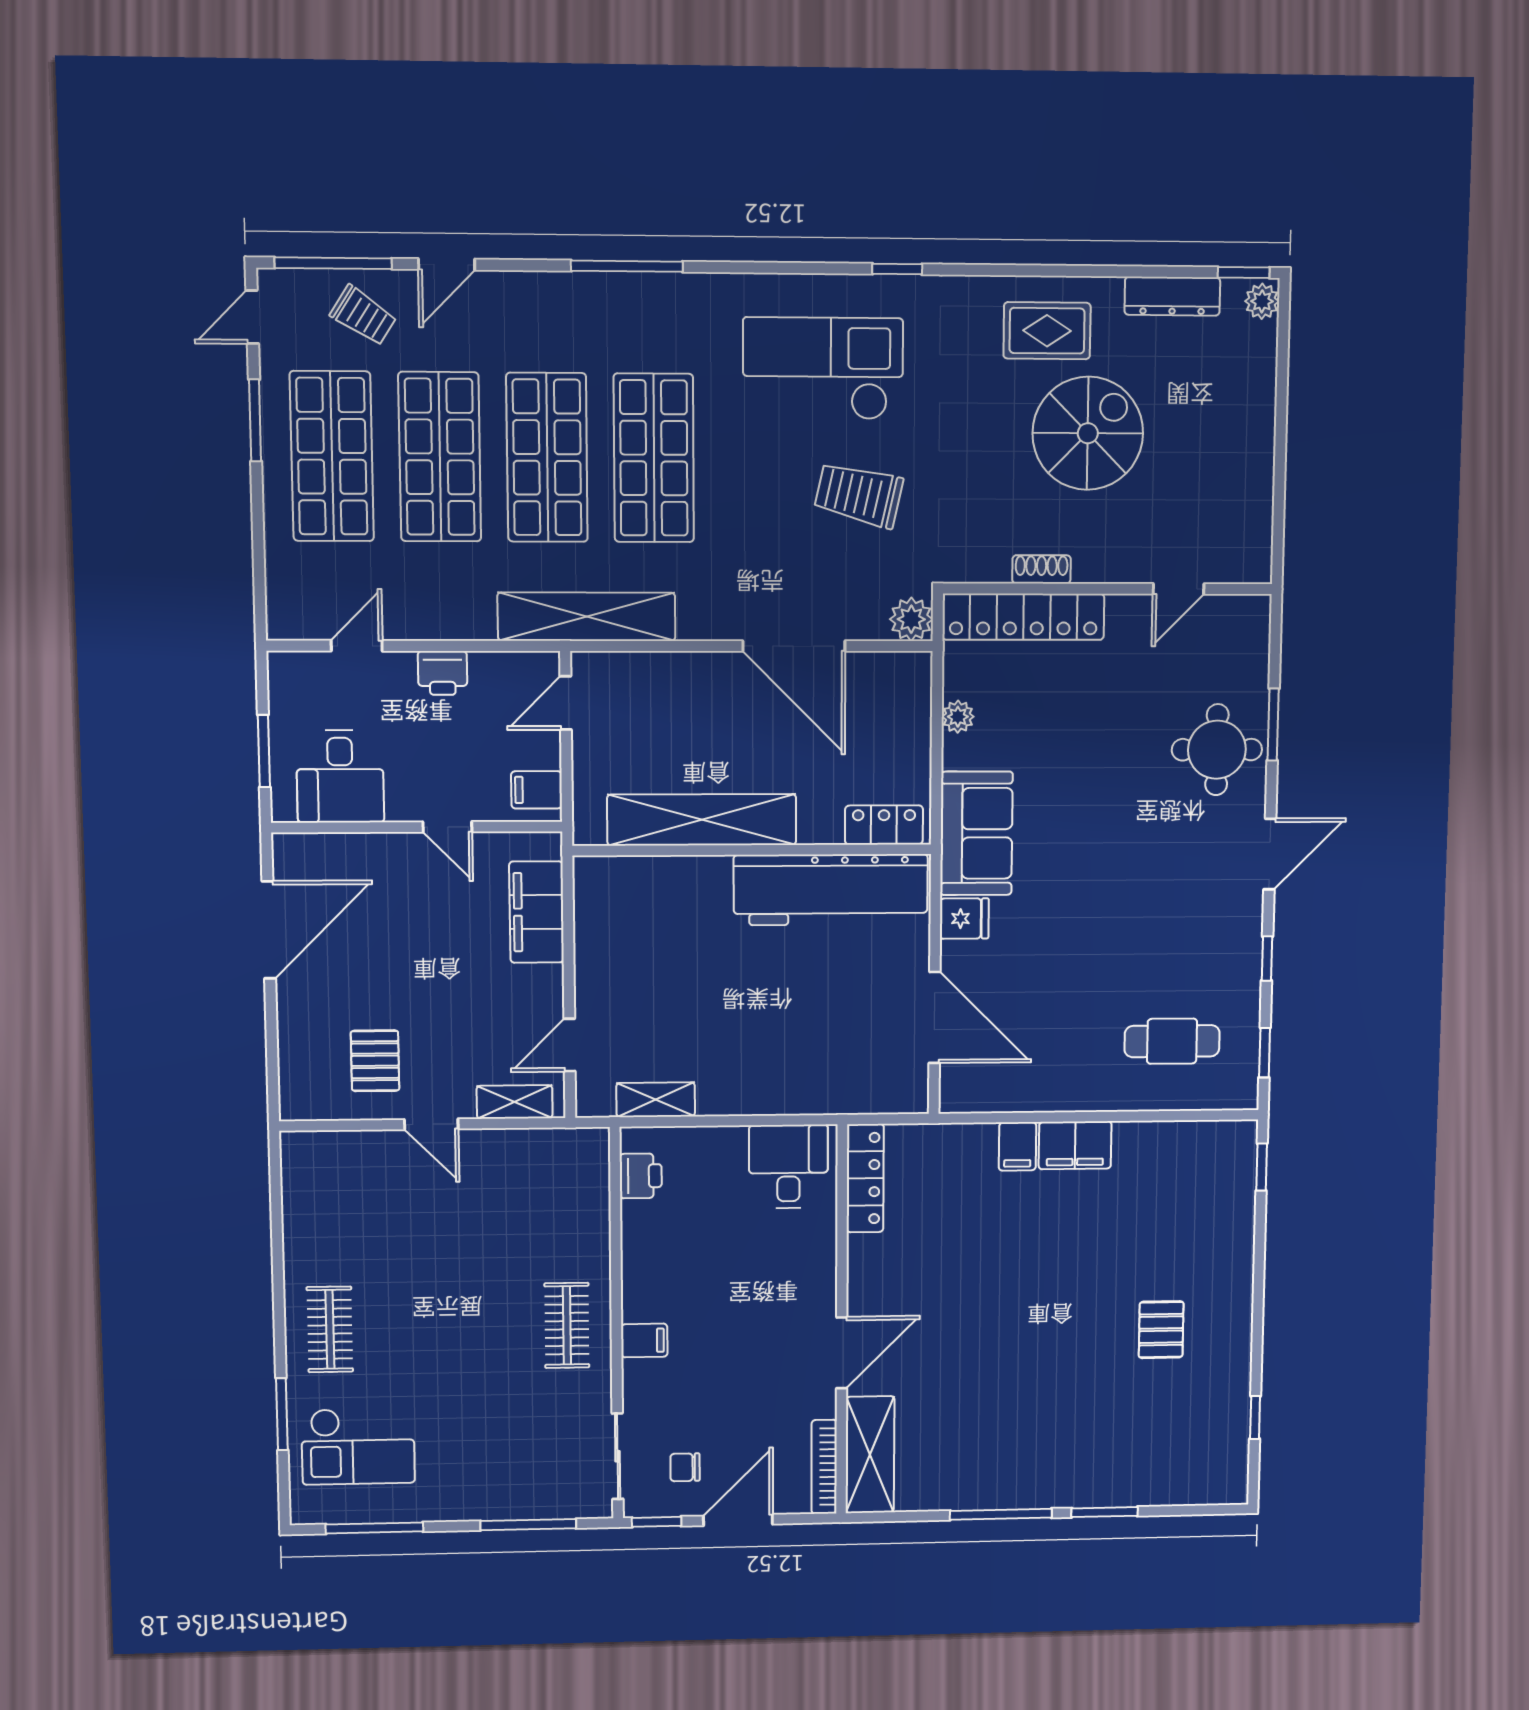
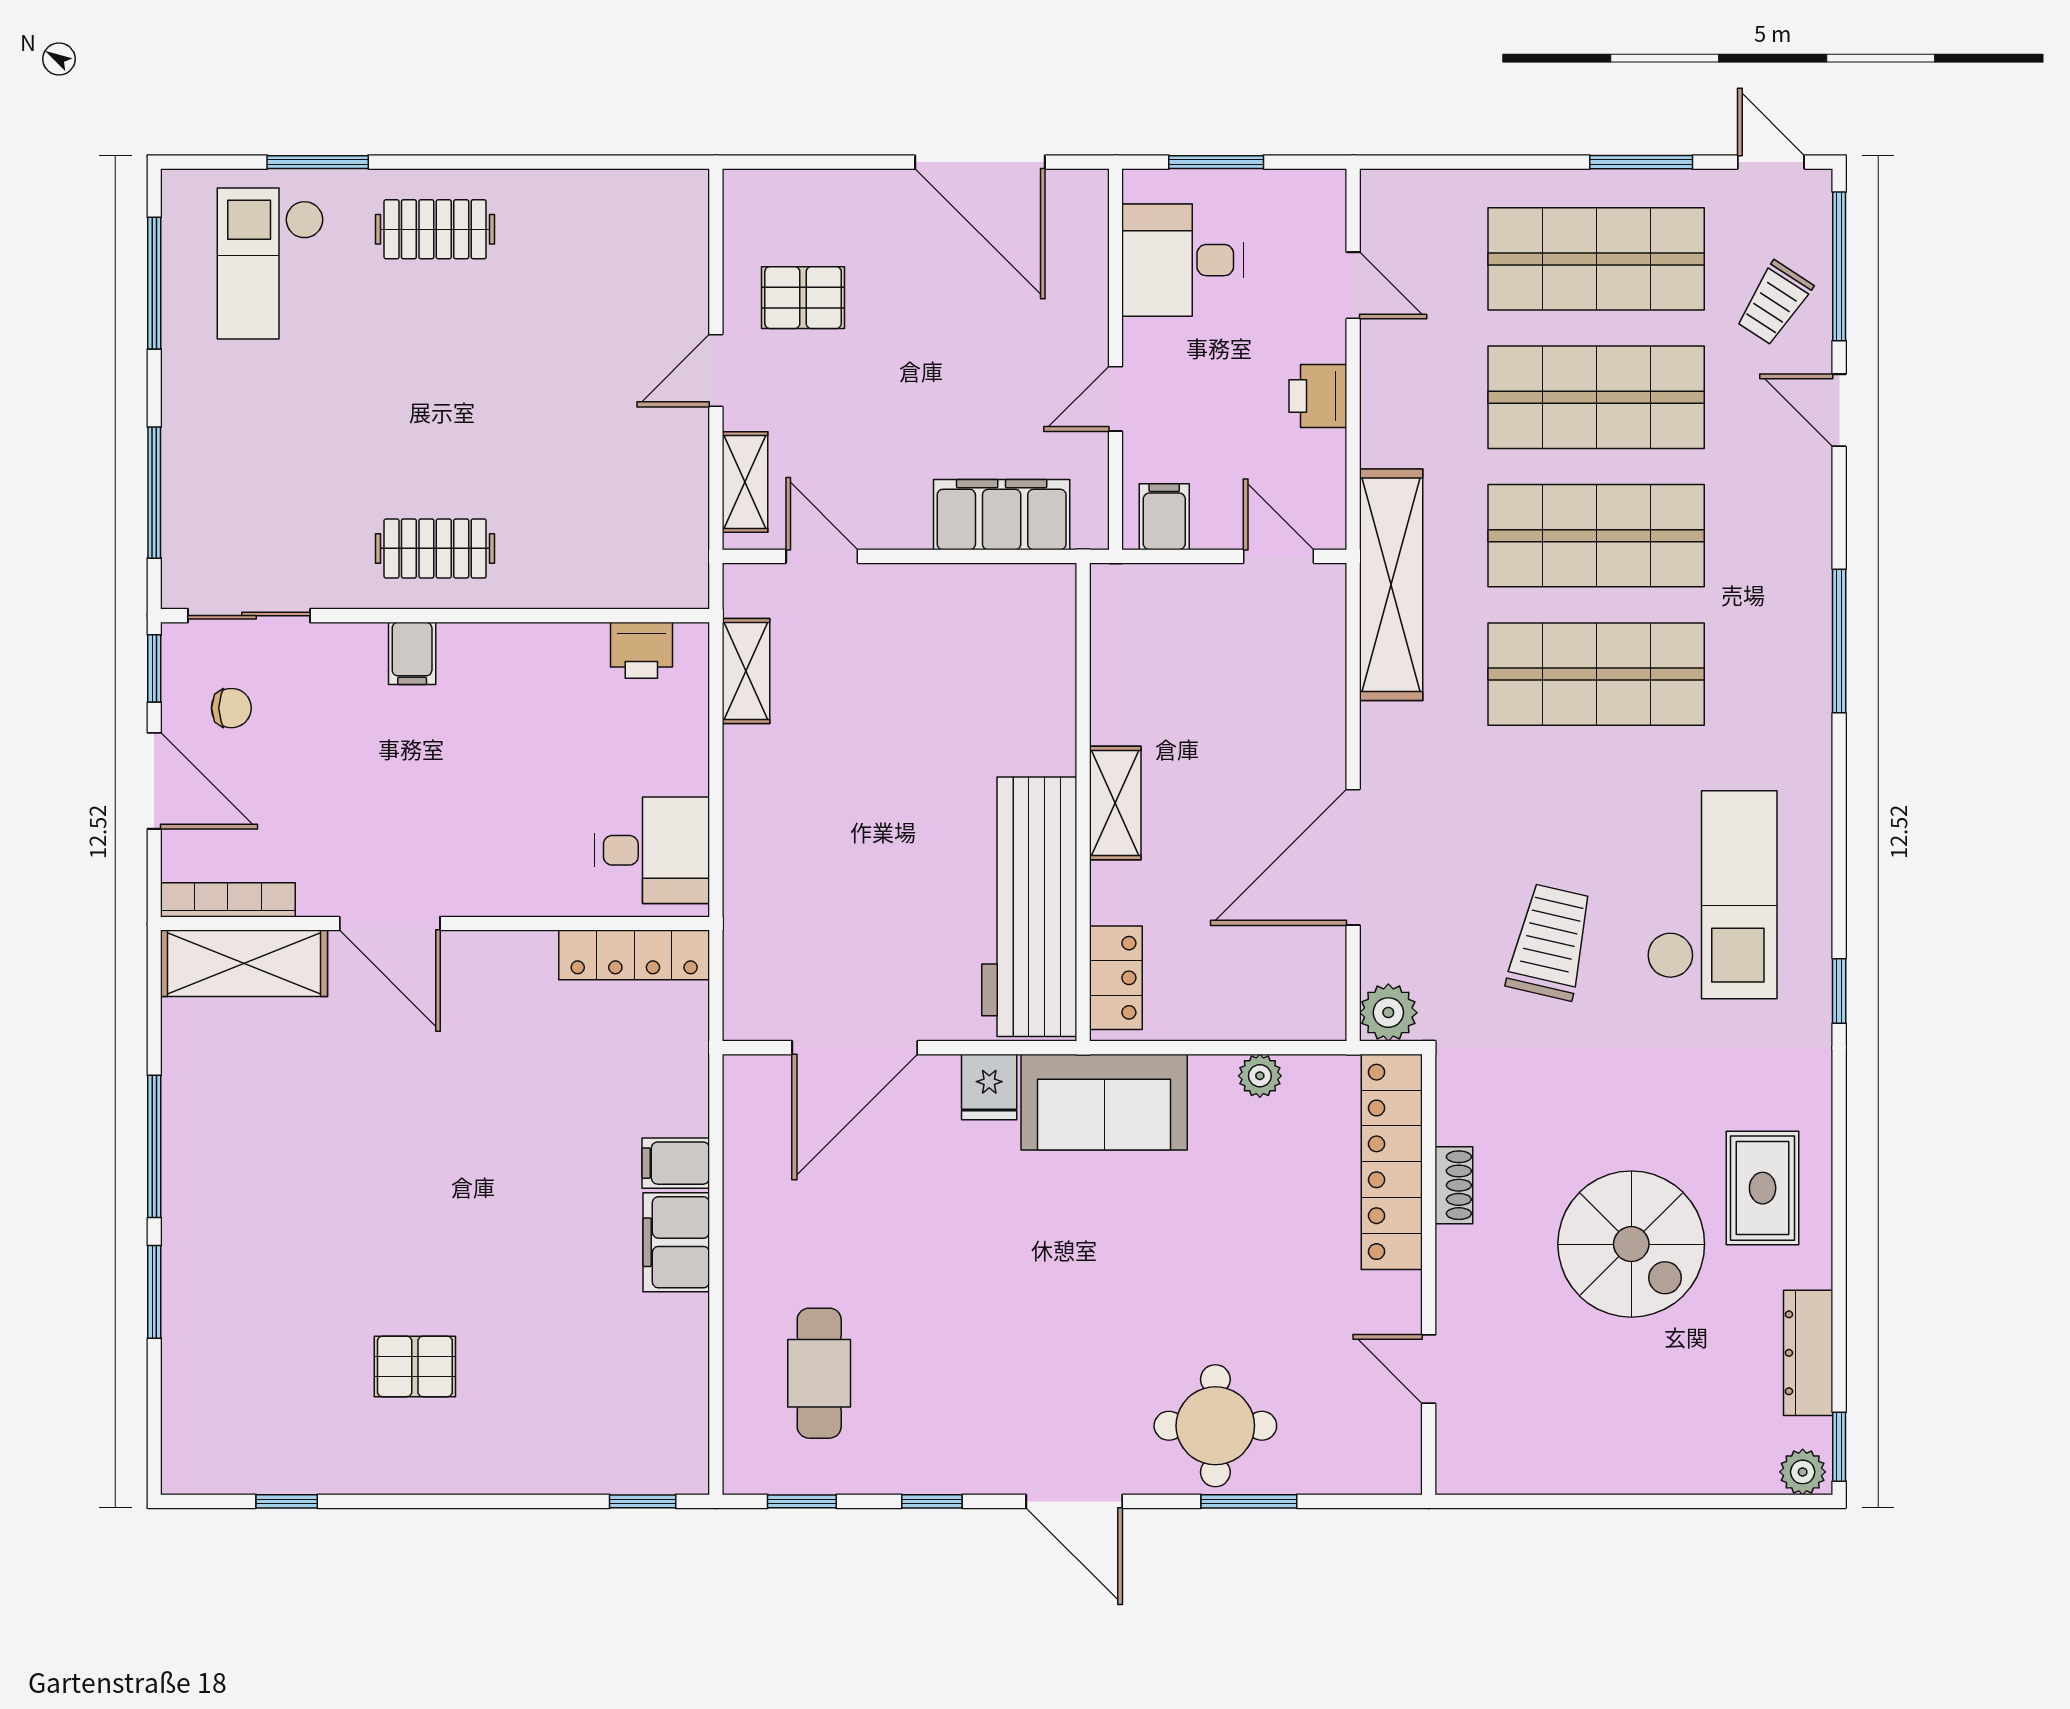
shelving: (702, 820) -> (1115, 803), width x0.45, depth x0.75
chair: (685, 1467) -> (231, 708), turned 90

